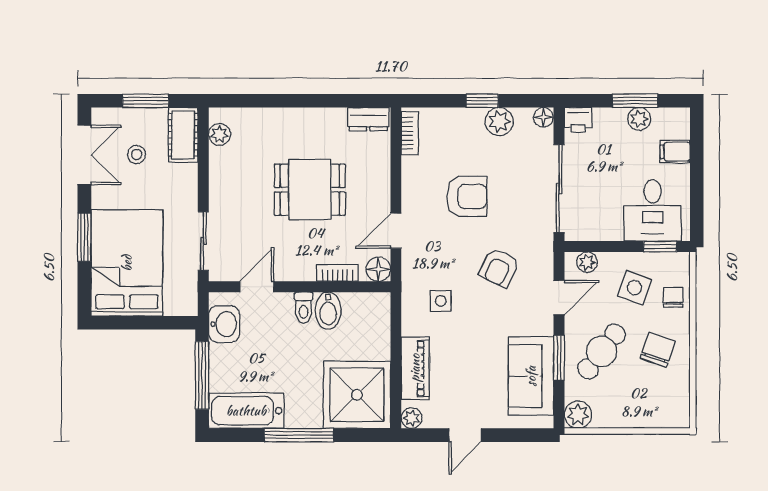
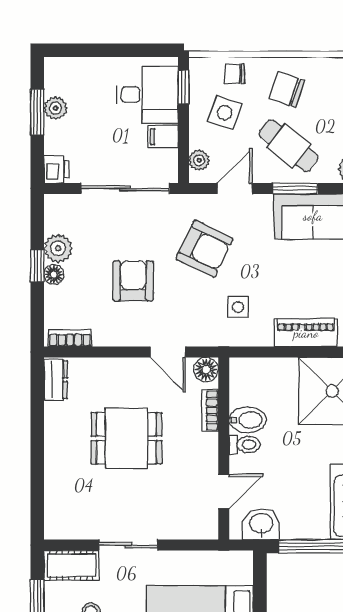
floor lamp: (543, 117) -> (54, 274), moved
plant: (220, 134) -> (71, 529), removed
filing cabinet: (675, 152) -> (163, 137), moved, turned 90
dining table: (310, 190) -> (126, 438), turned 90
sliding door: (203, 241) -> (128, 545), moved
armchair: (499, 268) -> (205, 249), width x1.38, depth x1.38
door: (257, 287) -> (224, 491), swing flipped
door: (559, 298) -> (235, 188), hinge flipped

